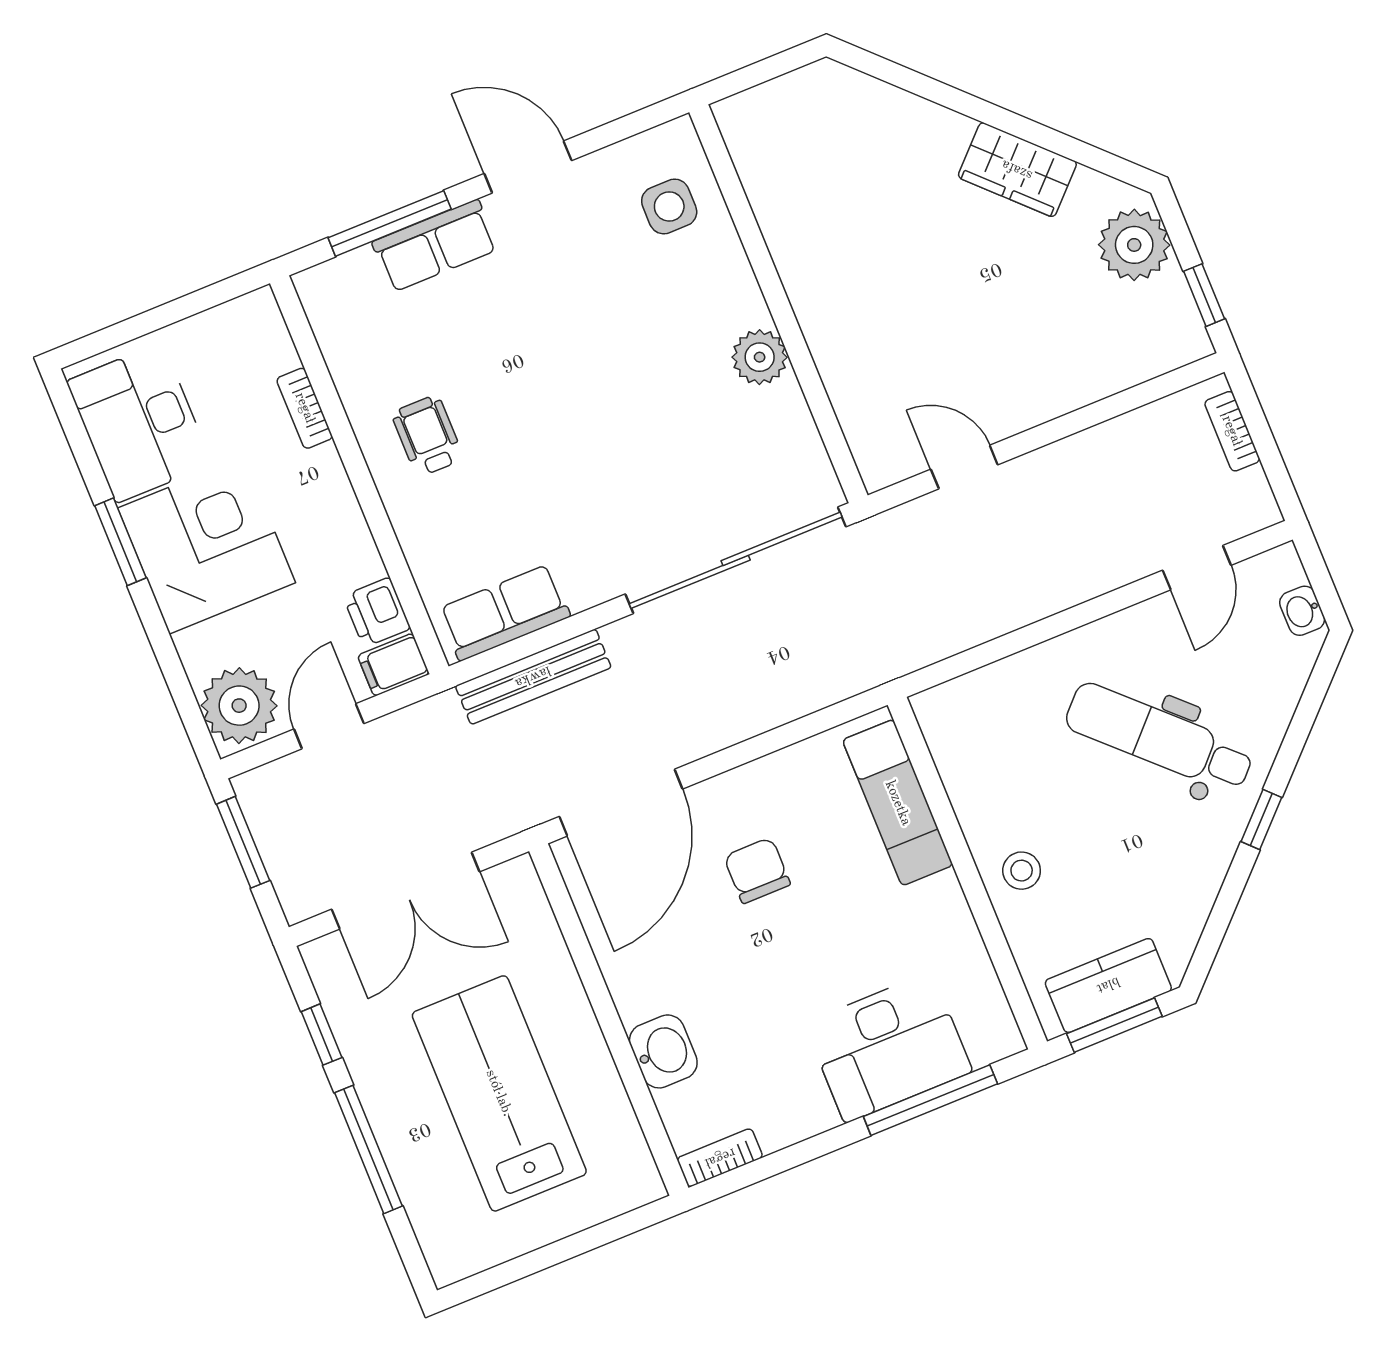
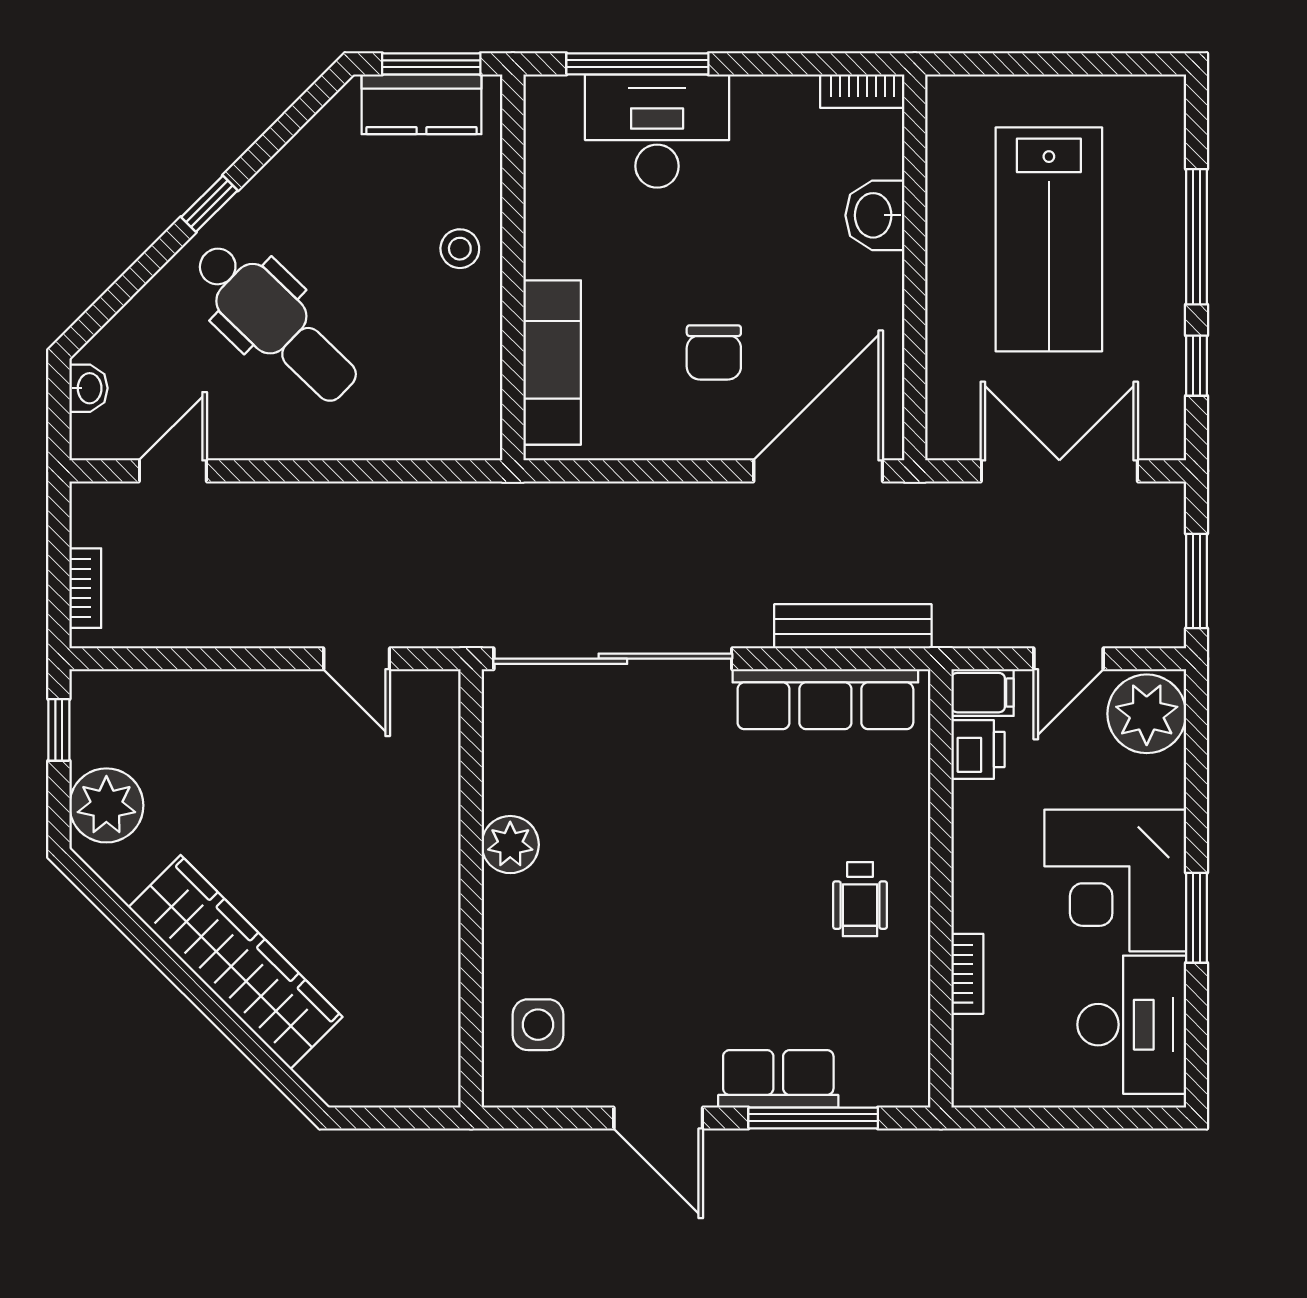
wardrobe: (1017, 170) -> (235, 962), width x2.10, depth x1.17
row of seats: (504, 613) -> (825, 699), width x1.48

